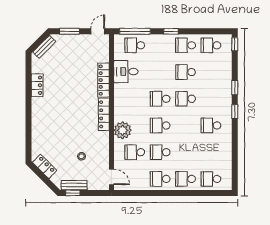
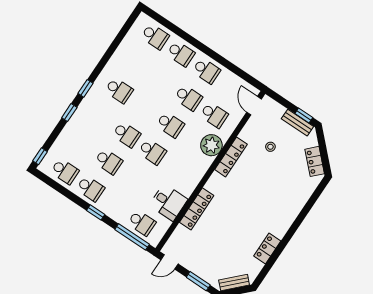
locker: (104, 114) -> (231, 157), moved

